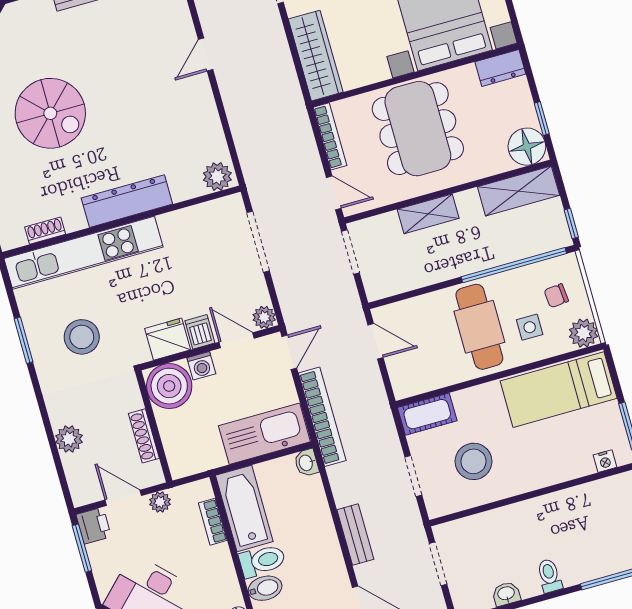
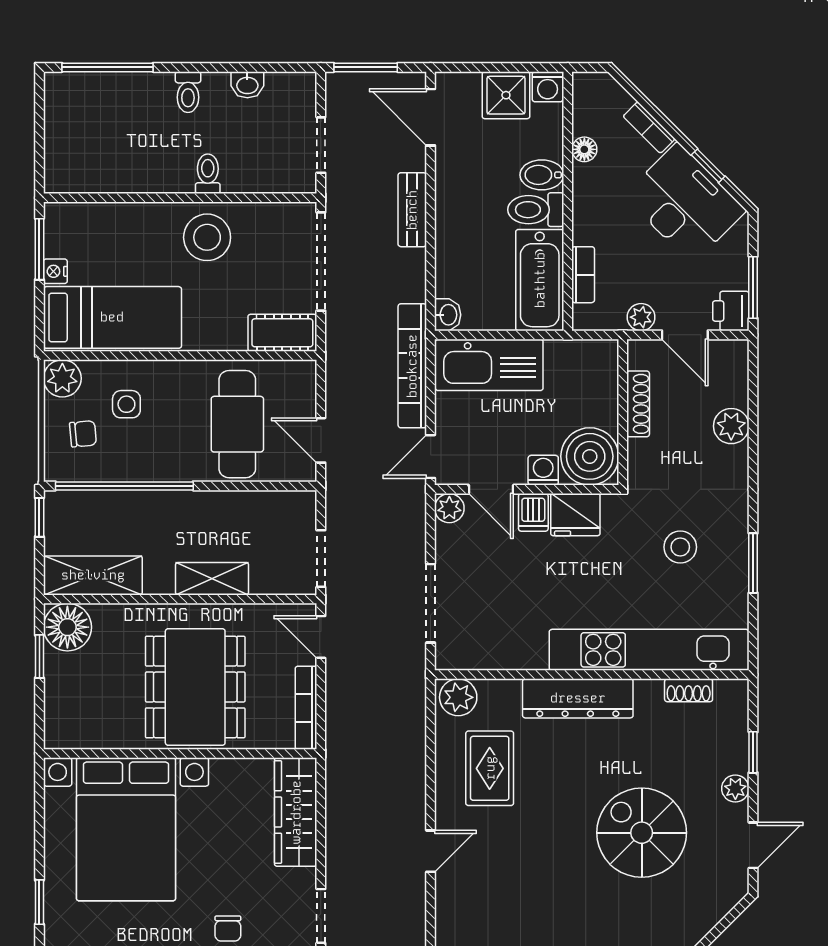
dresser: (500, 68) -> (73, 733), removed
rug: (179, 130) -> (490, 768), added
cafe table: (479, 327) -> (237, 424), moved
stool: (82, 337) -> (680, 547), width x0.73, depth x0.73
stool: (474, 461) -> (207, 237), moved
nightstand: (605, 461) -> (55, 271), moved, turned -90
doorway: (413, 476) -> (321, 262), width x1.88
toilet: (517, 518) -> (208, 174), added

